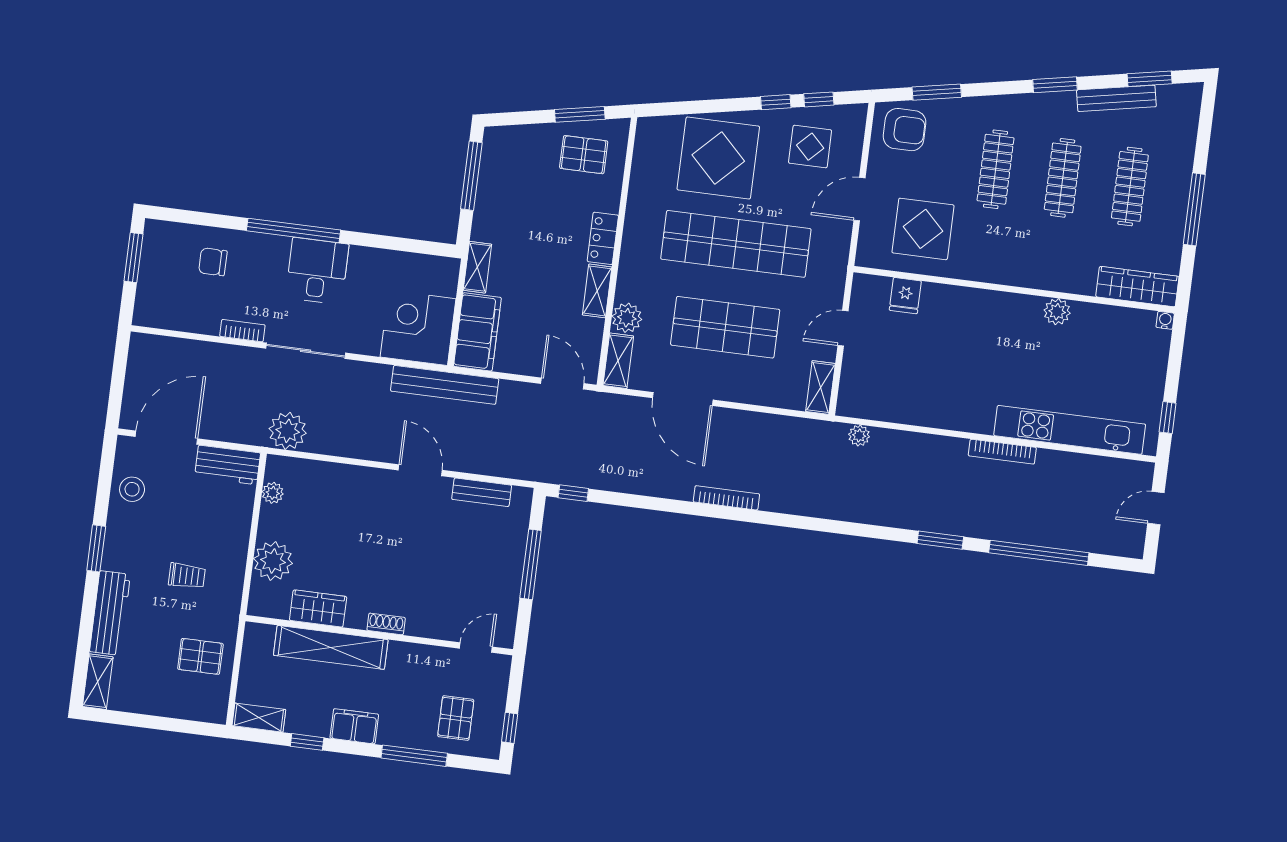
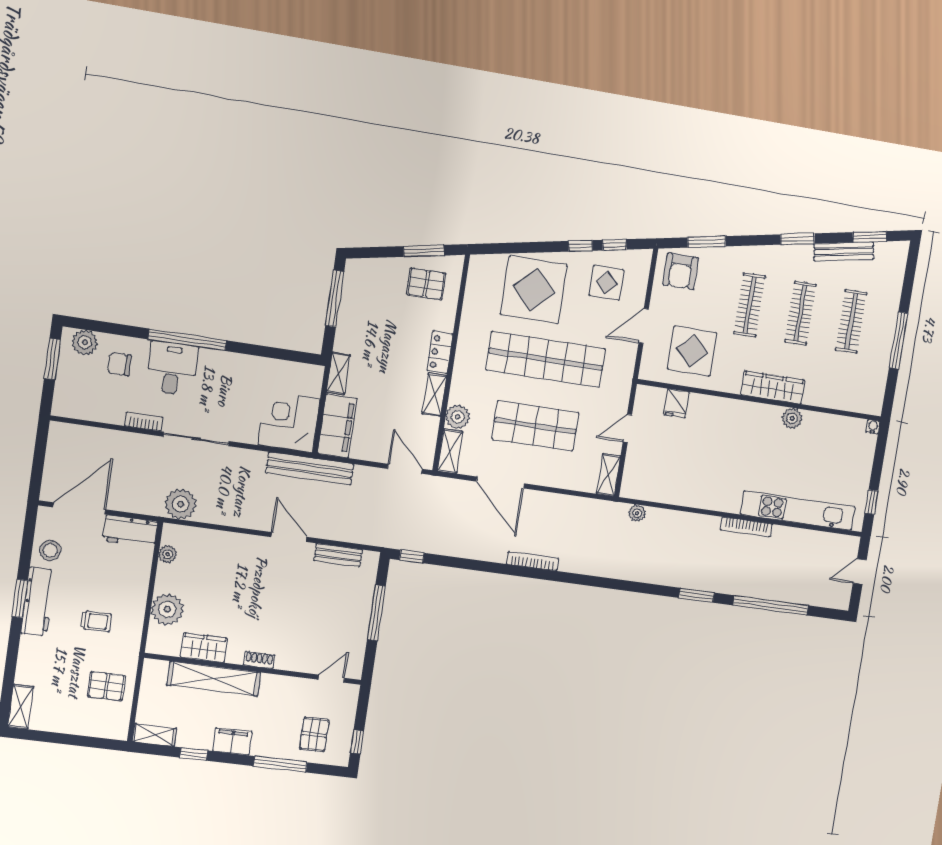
armchair: (905, 130) -> (681, 271), turned 90
plant: (172, 237) -> (85, 342), added
desk: (317, 271) -> (172, 368), moved
wardrobe: (1137, 287) -> (773, 387), moved
workbench: (110, 613) -> (38, 602), moved

